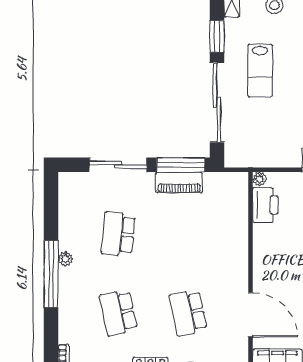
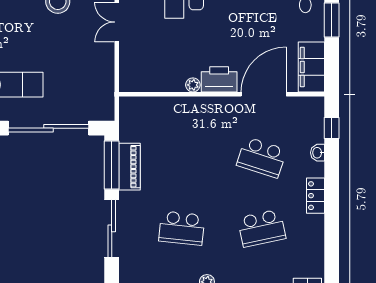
plant: (260, 179) -> (193, 85), moved
printer: (265, 205) -> (219, 79), moved
school desk: (188, 313) -> (262, 157), turned 30

